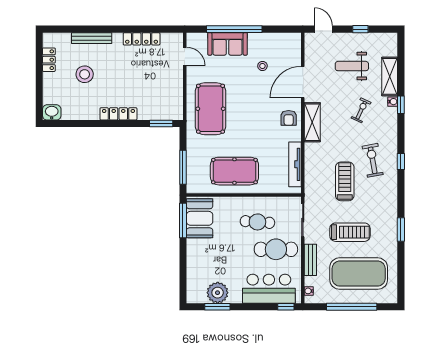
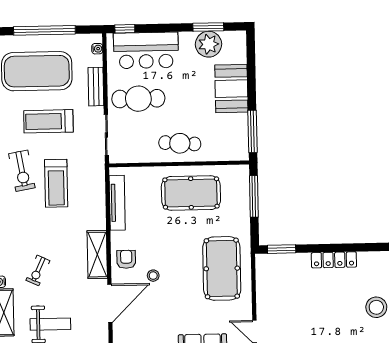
stool: (262, 66) -> (153, 276), moved
exercise bike: (373, 160) -> (22, 171), moved
booth: (200, 218) -> (231, 89), moved
cafe table: (257, 222) -> (180, 143), moved

